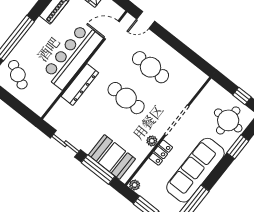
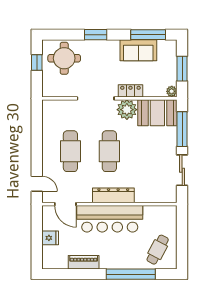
dresser: (80, 85) -> (113, 195), moved
plant: (152, 141) -> (127, 110), width x1.88, depth x1.88
window: (238, 147) -> (96, 35), moved
booth: (112, 157) -> (157, 113), moved, turned 90
sofa: (195, 170) -> (138, 50), width x0.54, depth x0.79

